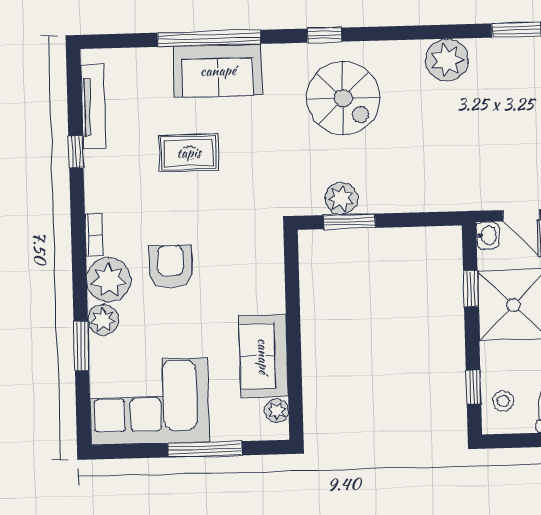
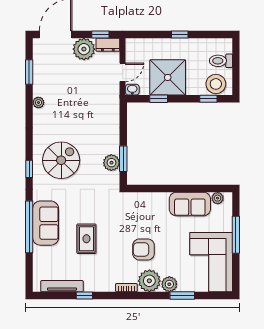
plant: (447, 60) -> (38, 103), width x0.53, depth x0.53
stool: (503, 401) -> (216, 84), width x1.89, depth x1.89

